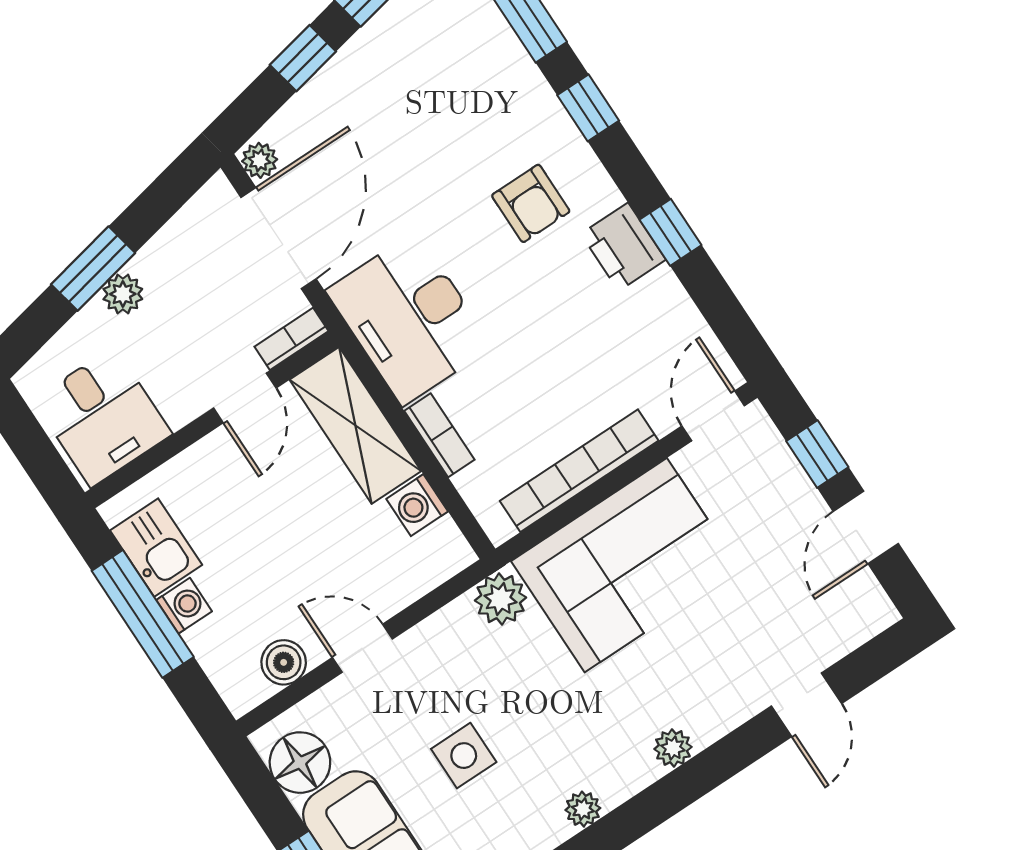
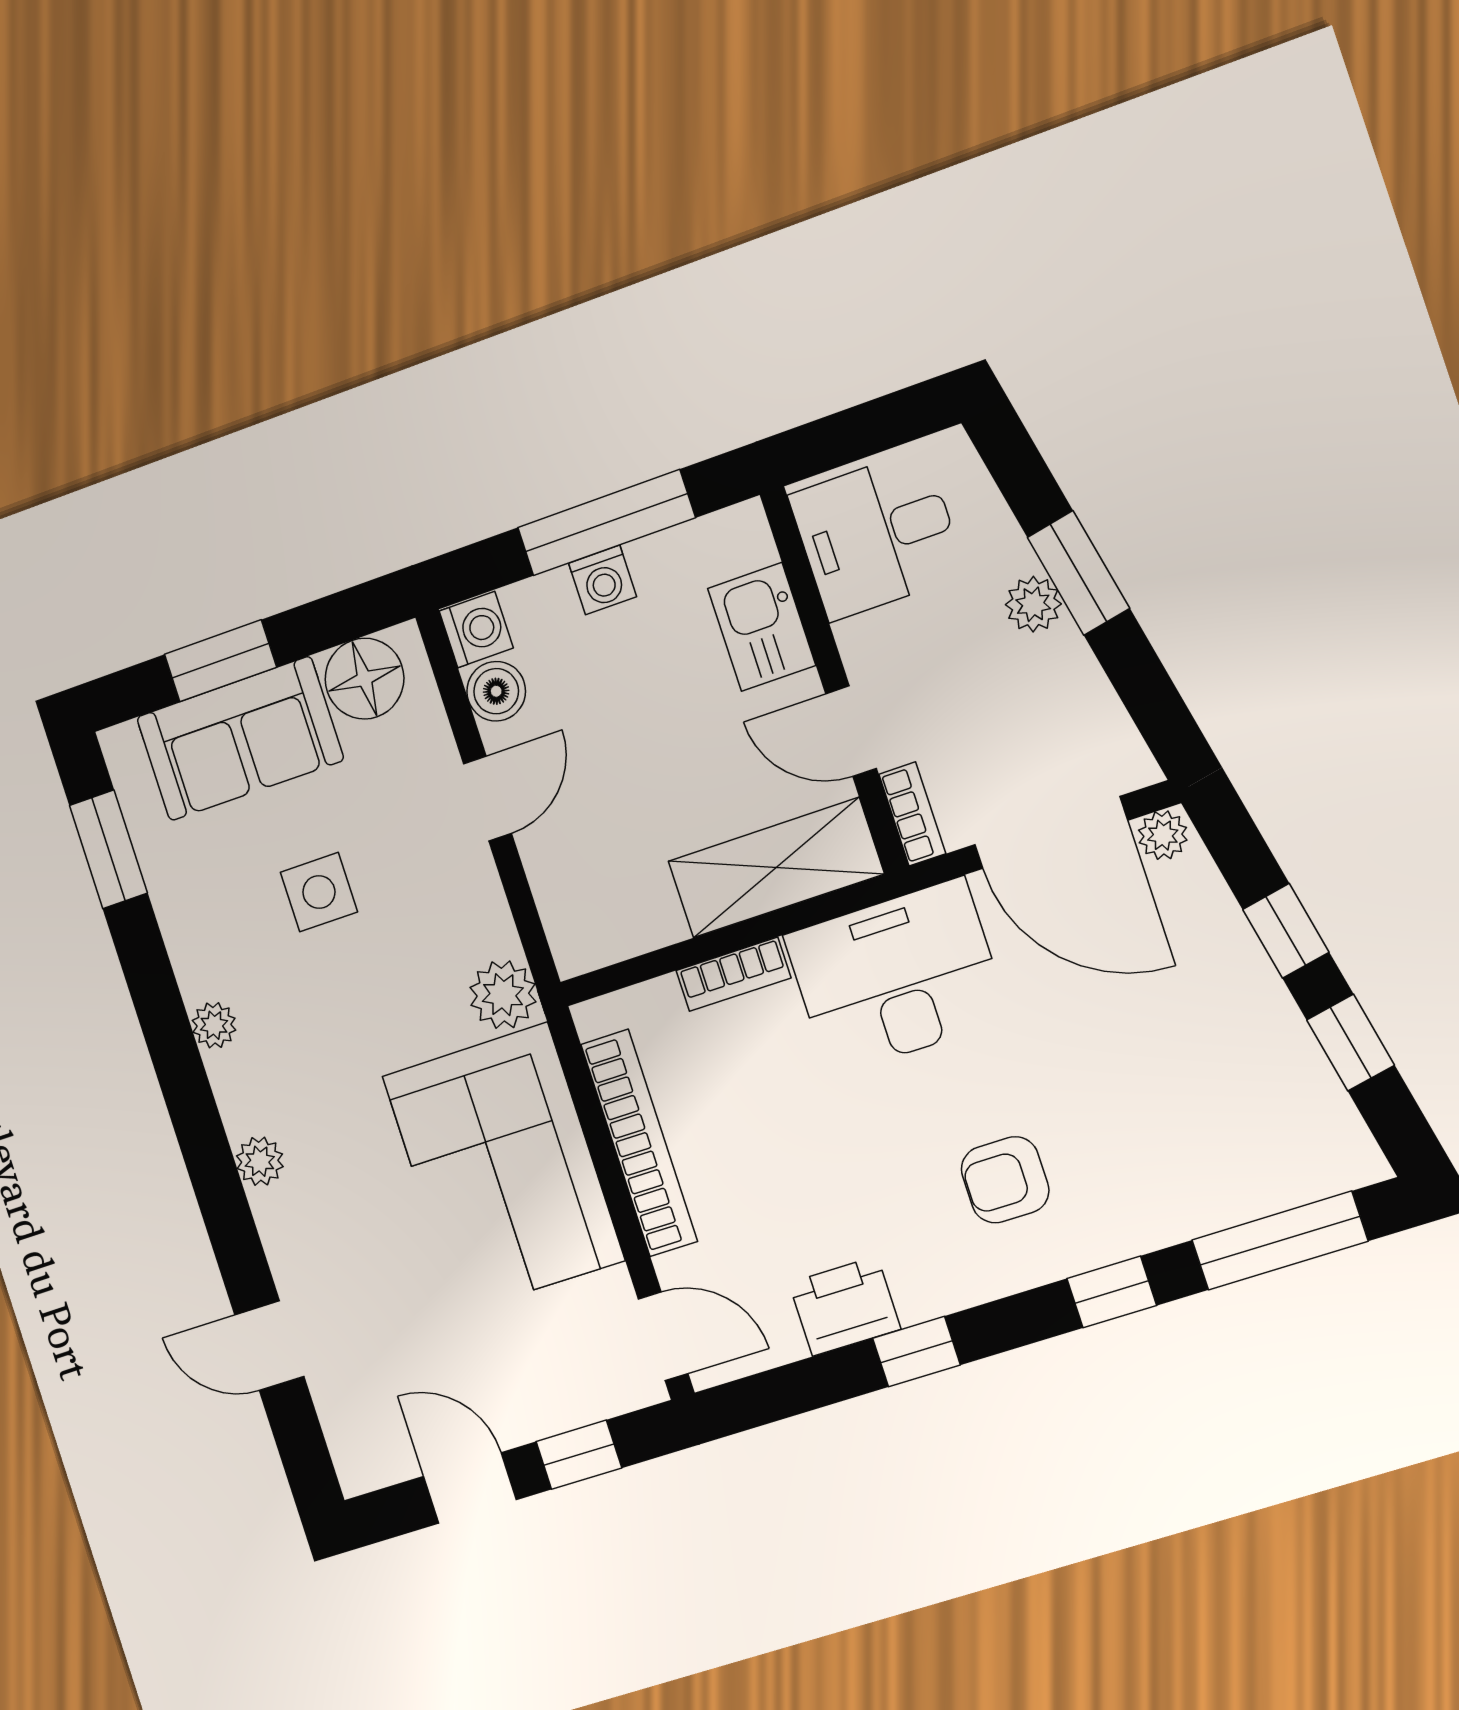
printer: (623, 247) -> (845, 1306), moved
washing machine: (417, 505) -> (476, 630), moved, turned 90
kitchen sink: (156, 548) -> (762, 627), moved, turned 90

